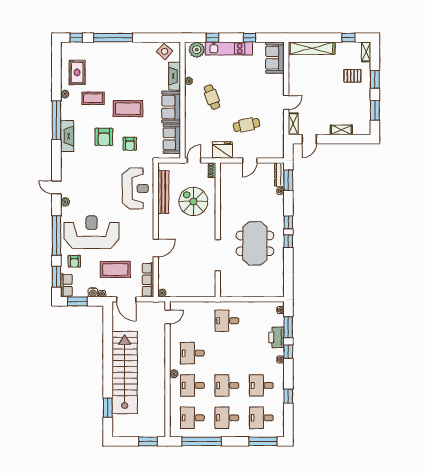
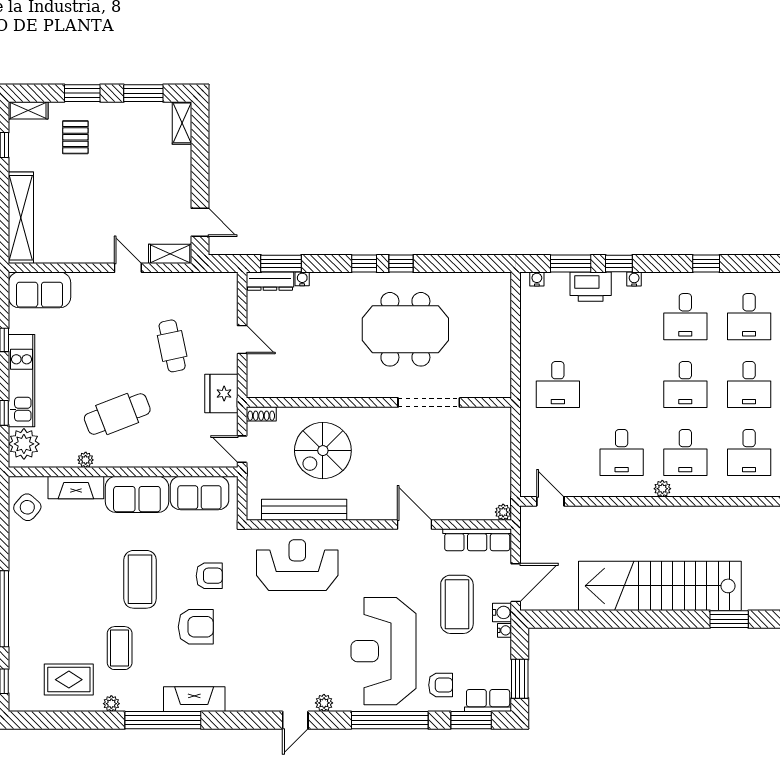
cafe table: (212, 97) -> (117, 414), width x1.37, depth x1.35
shelving: (341, 130) -> (182, 123), moved
water cooler: (93, 292) -> (502, 612), moved

